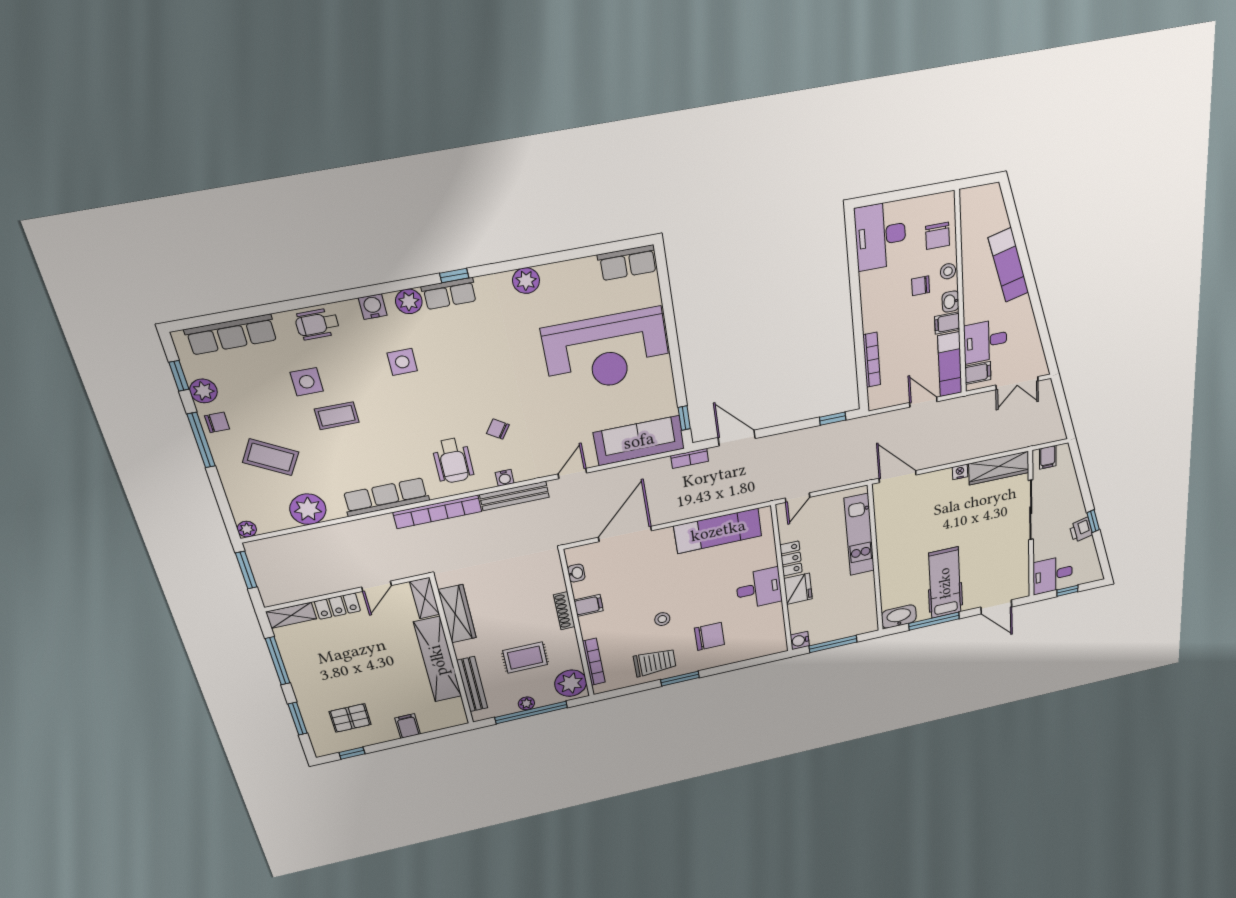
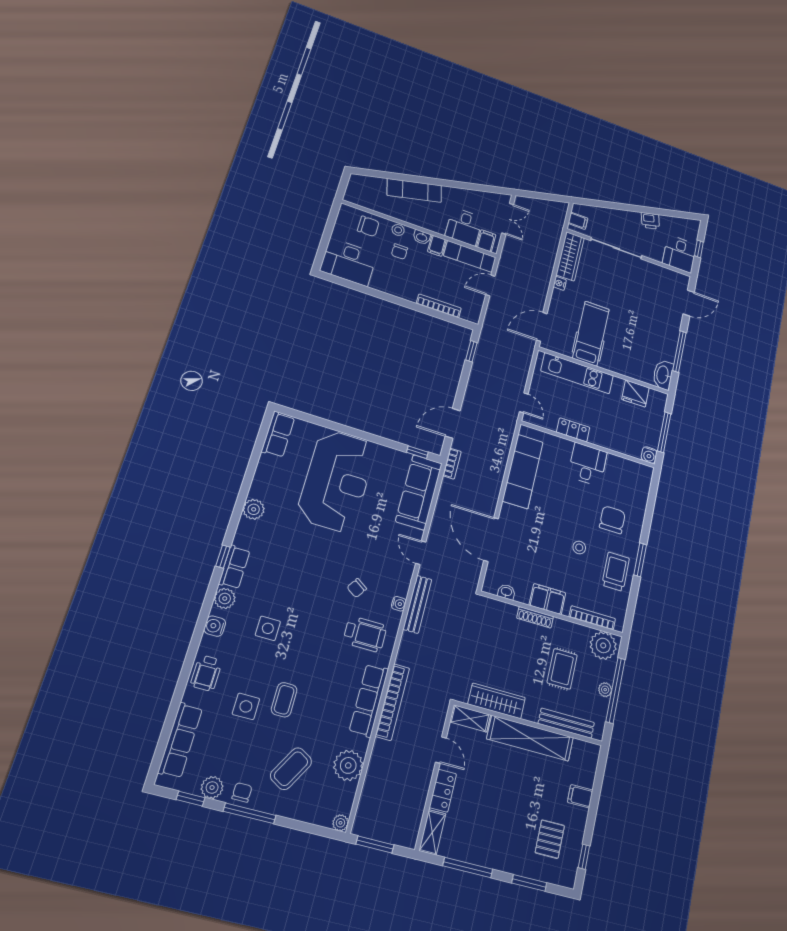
bookcase: (437, 512) -> (393, 702), moved
window: (1093, 521) -> (647, 210), removed
hospital bed: (945, 583) -> (591, 334), moved, turned 90
fridge: (798, 589) -> (635, 393), moved, turned 180
filing cabinet: (589, 605) -> (547, 599), width x2.00

